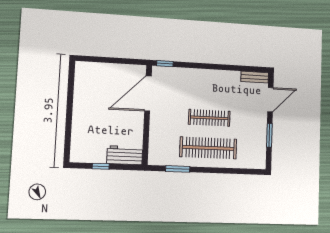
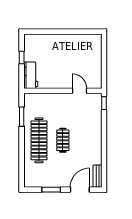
door: (148, 94) -> (80, 91), width x0.53
door: (270, 100) -> (80, 190), swing flipped
clothes rail: (209, 118) -> (63, 140), width x0.73

